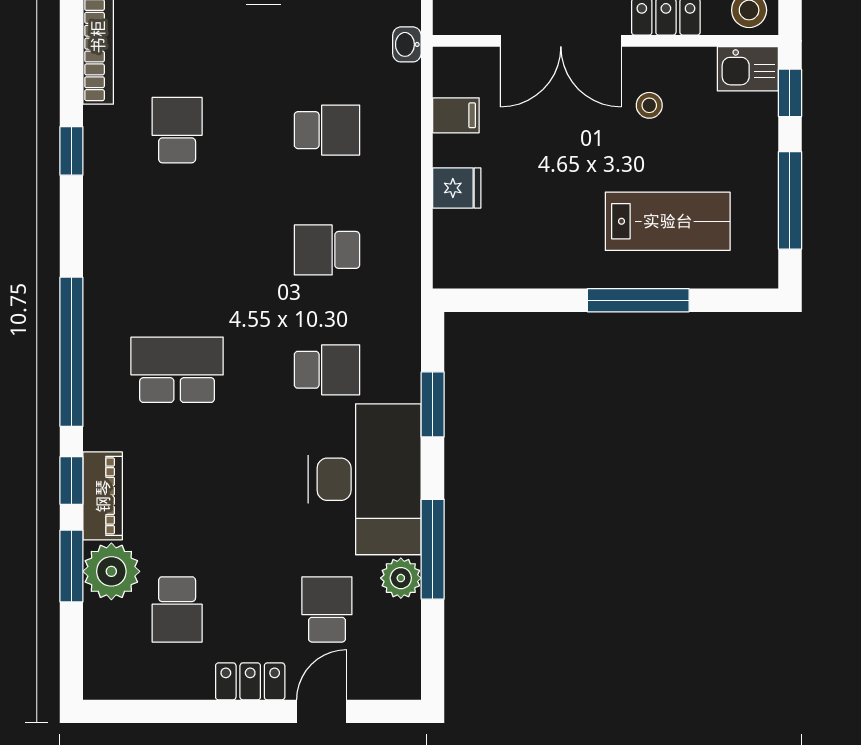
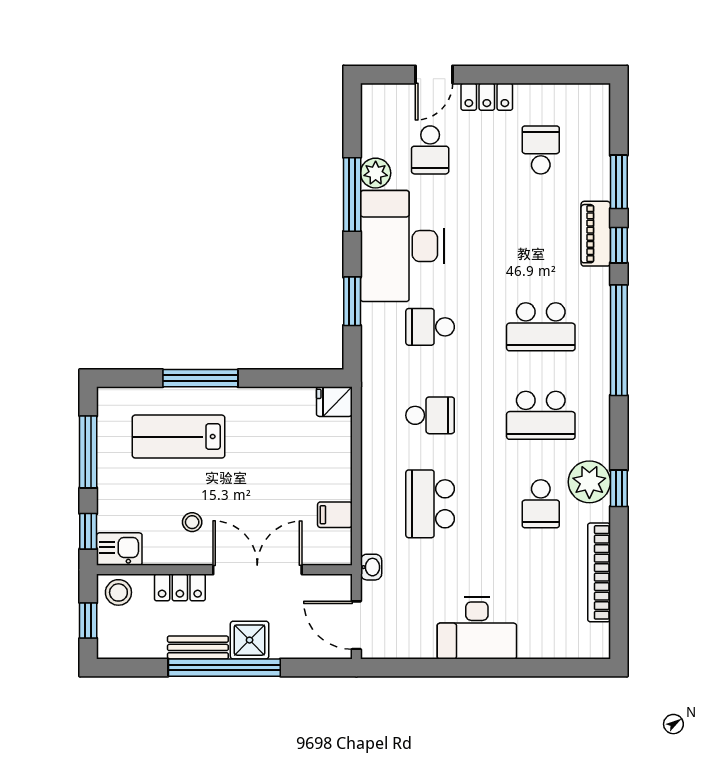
school desk: (327, 130) -> (430, 504), width x1.85
fridge: (457, 188) -> (334, 402), moved
school desk: (177, 250) -> (541, 415), added
plant: (111, 571) -> (589, 482), moved

